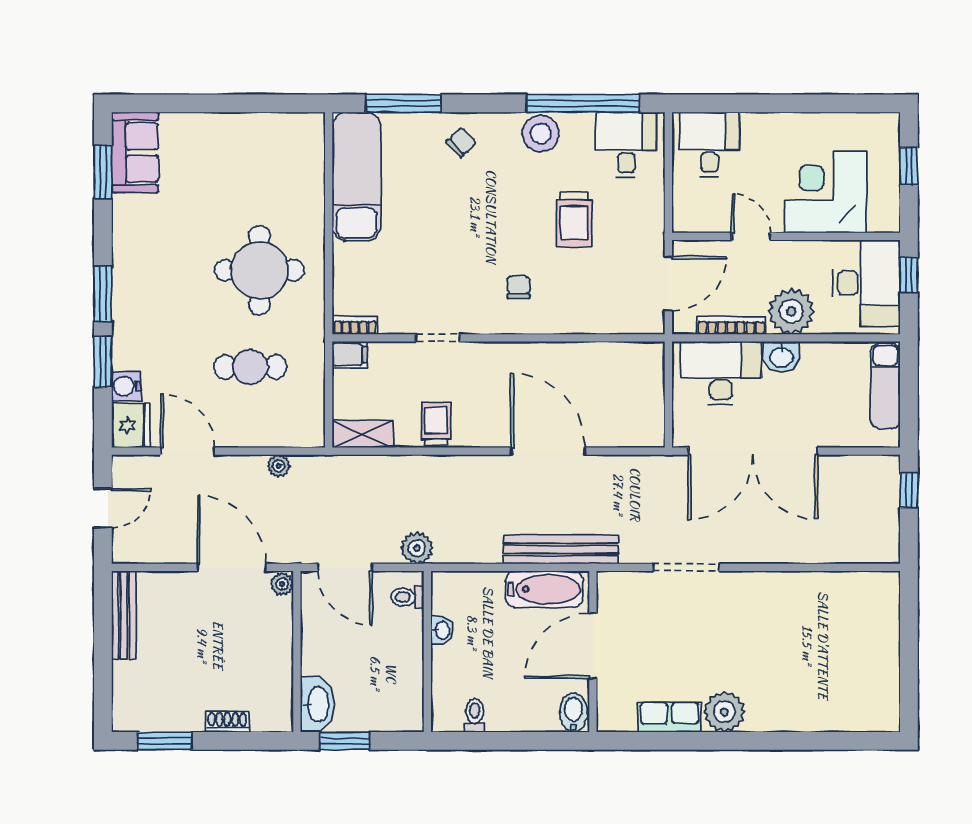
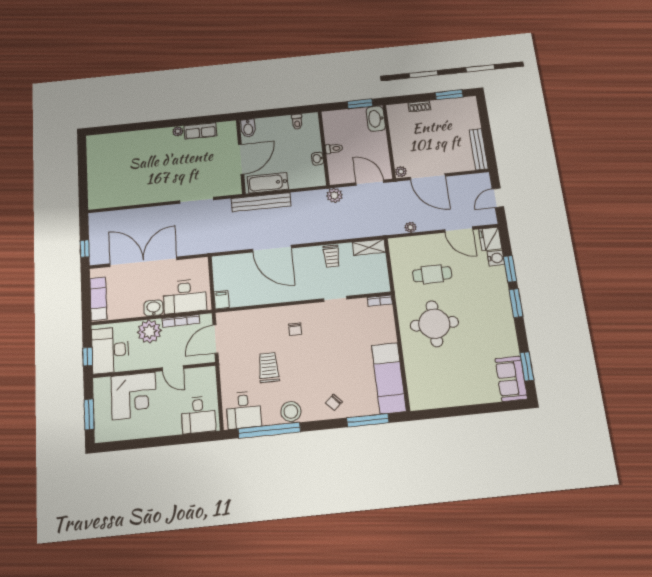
window: (909, 166) -> (89, 414), width x1.50
filing cabinet: (350, 355) -> (221, 300), moved, turned 90
double door: (753, 451) -> (143, 262), moved
toilet: (407, 597) -> (334, 149), moved
plant: (724, 712) -> (178, 131), width x0.53, depth x0.53

